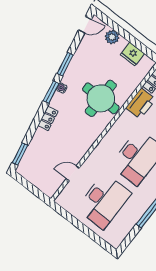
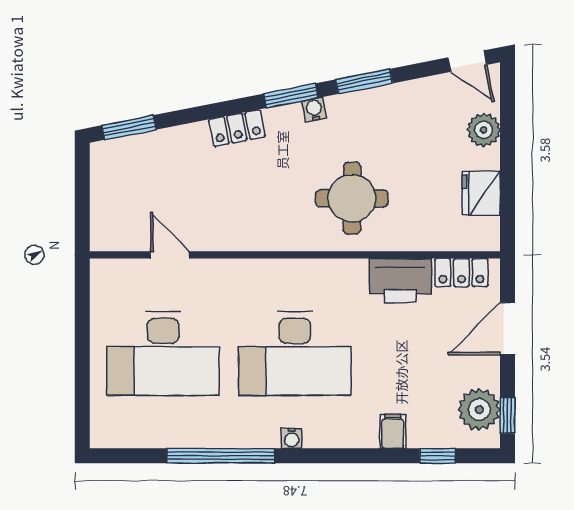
round table: (101, 98) -> (352, 198), width x0.73, depth x0.73

